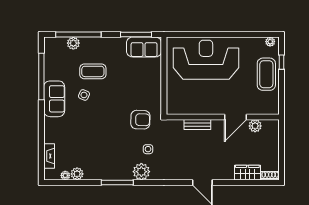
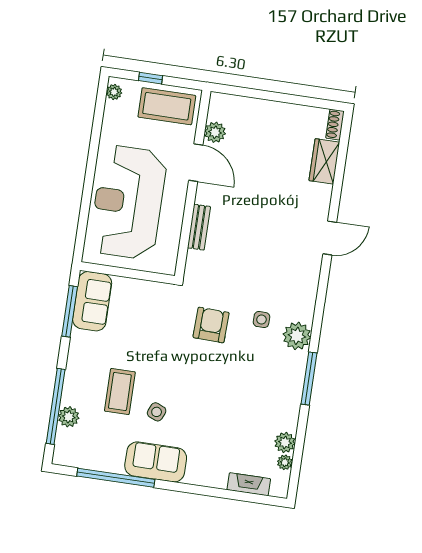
wall: (223, 117) -> (193, 184), moved
door: (235, 117) -> (196, 163), moved
bench: (197, 124) -> (199, 227), moved
plant: (255, 126) -> (215, 132), moved

